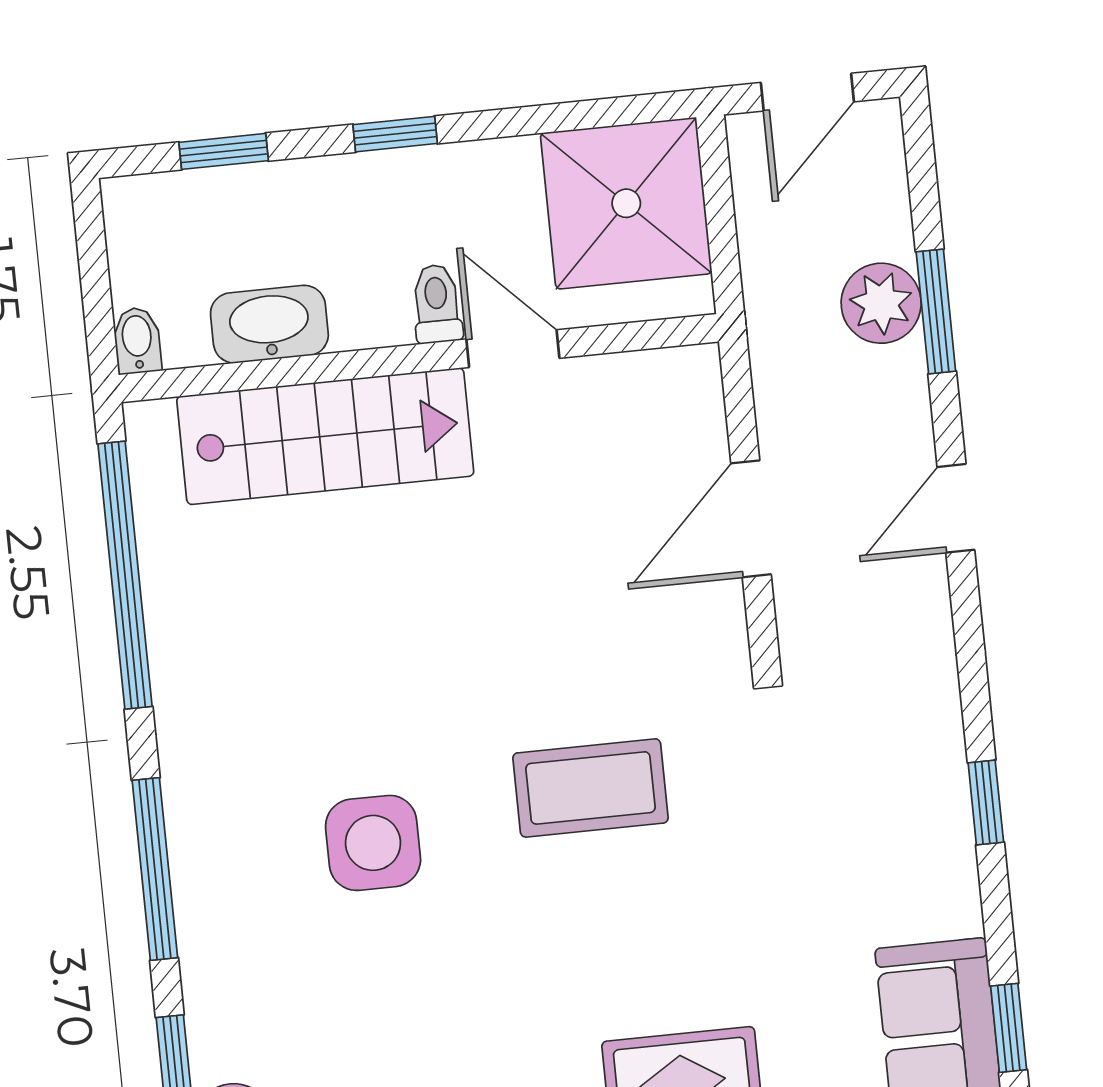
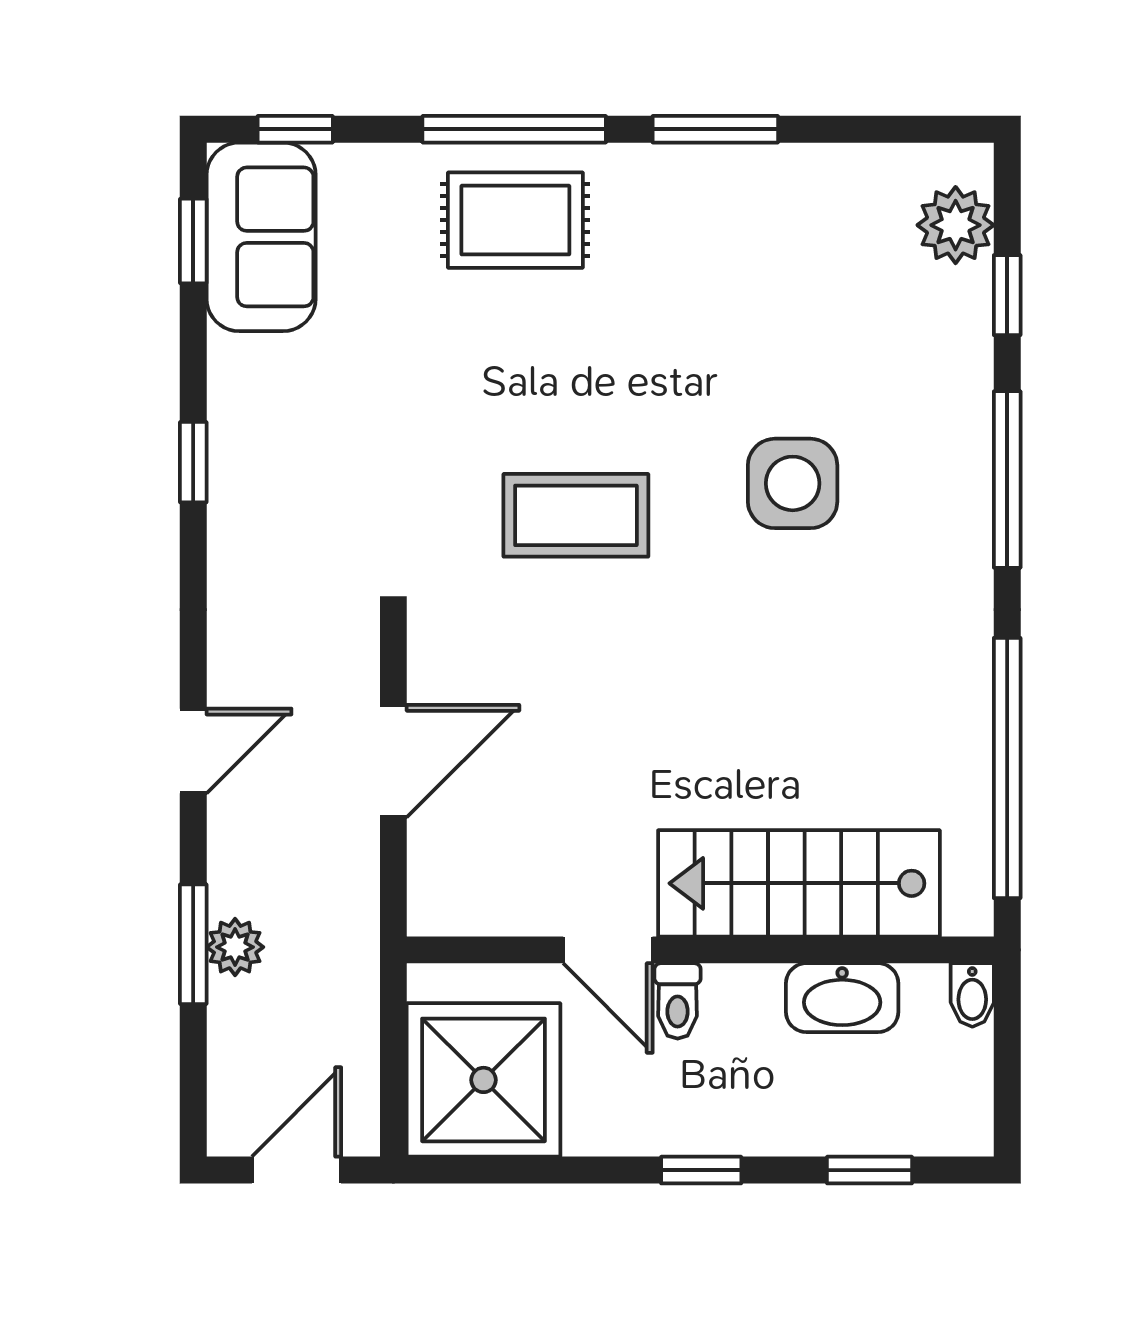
plant: (881, 303) -> (235, 947), width x0.73, depth x0.73

